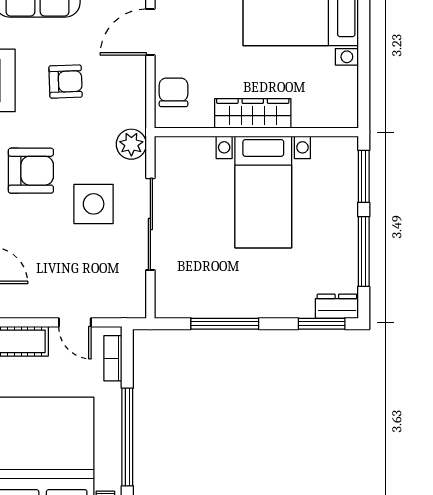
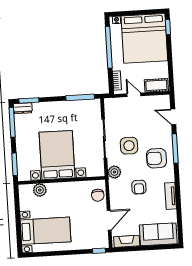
armchair: (66, 82) -> (139, 187), moved, turned -88
wardrobe: (253, 113) -> (64, 188), removed
plant: (308, 113) -> (40, 190), added
bed with nightstands: (263, 192) -> (57, 155), width x1.36
window: (364, 251) -> (12, 122), moved
window: (225, 324) -> (80, 97), moved

